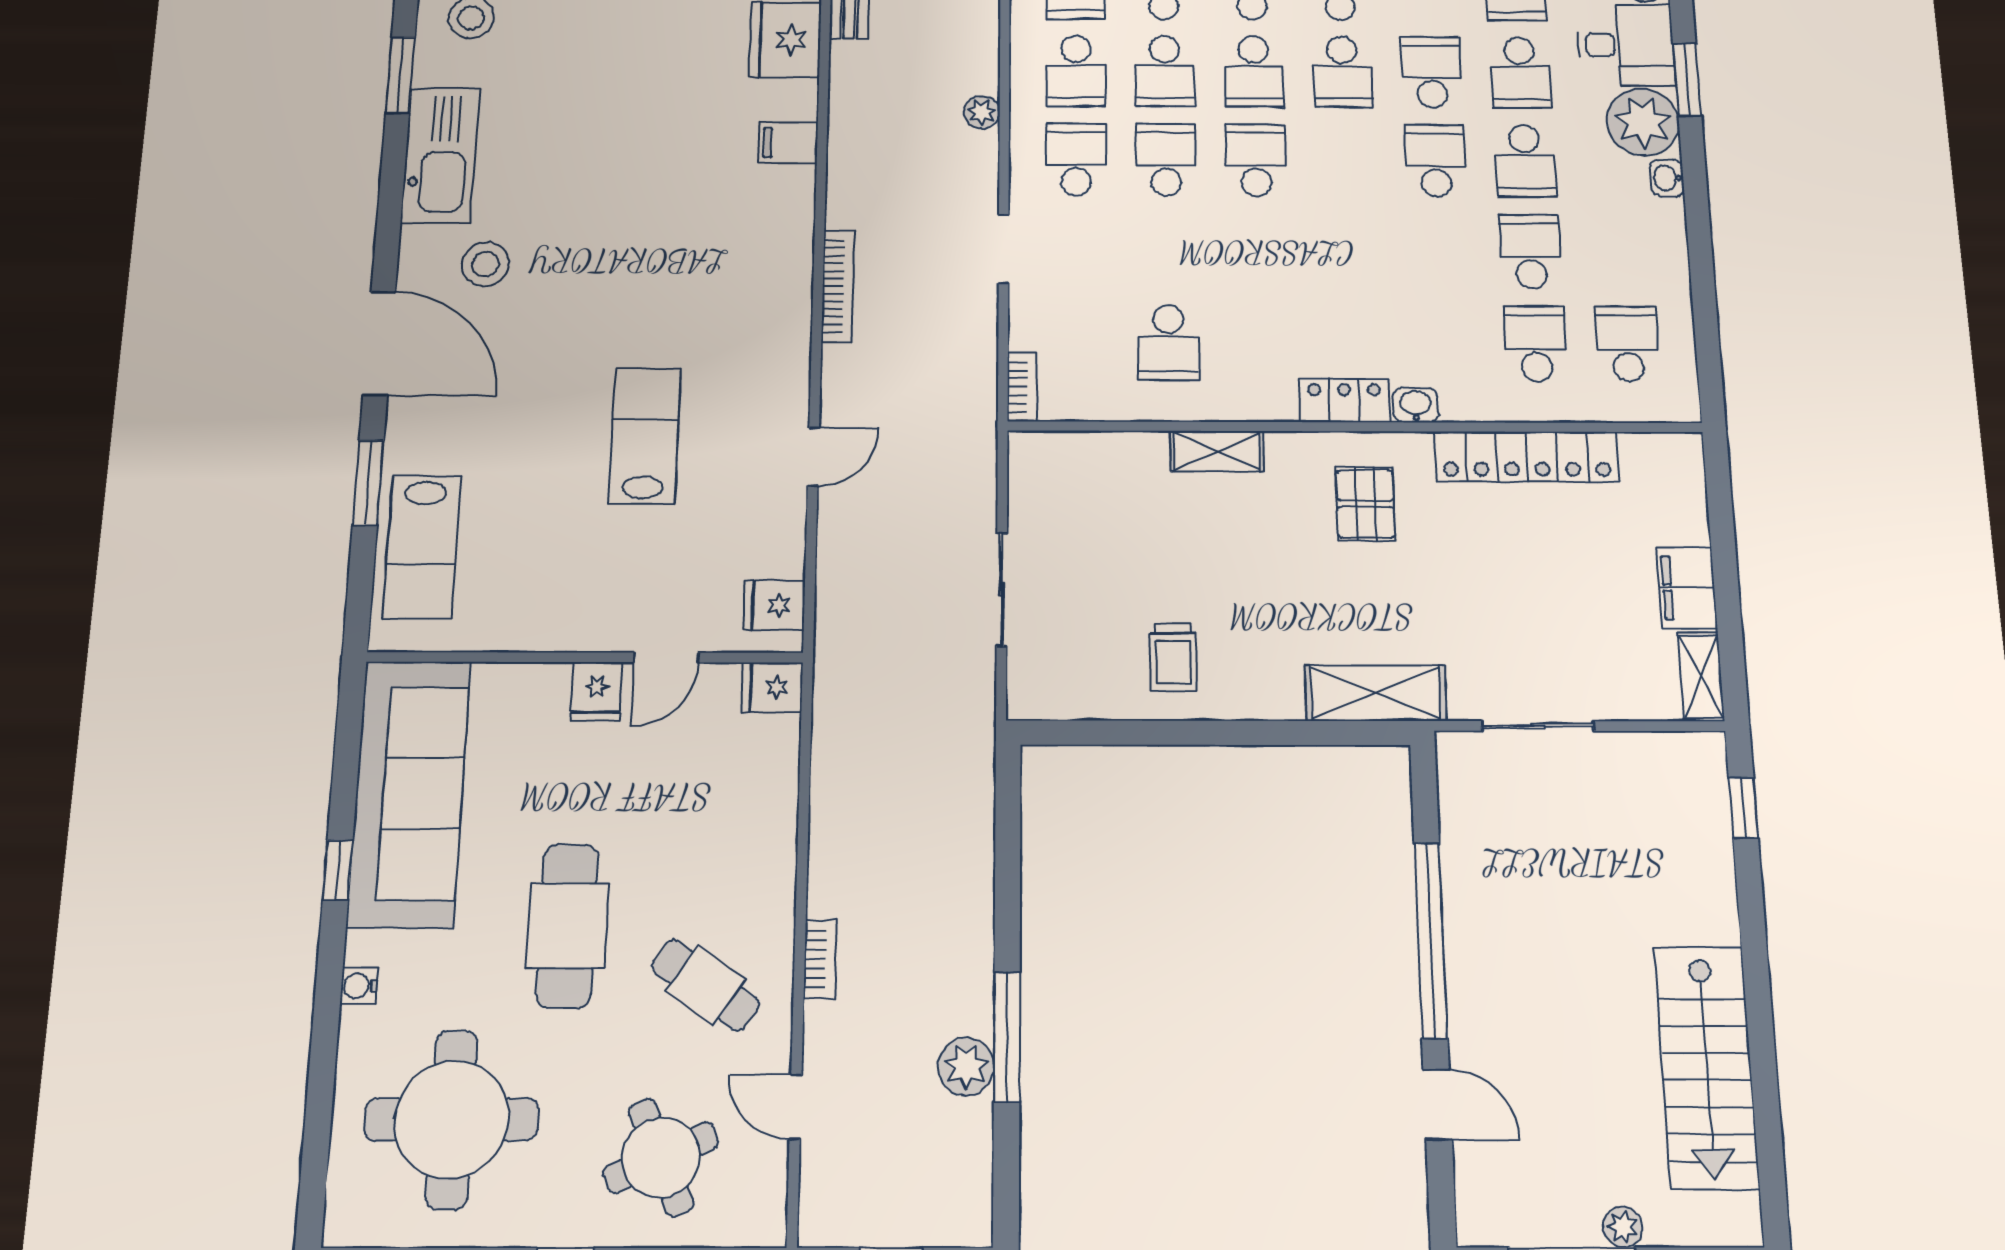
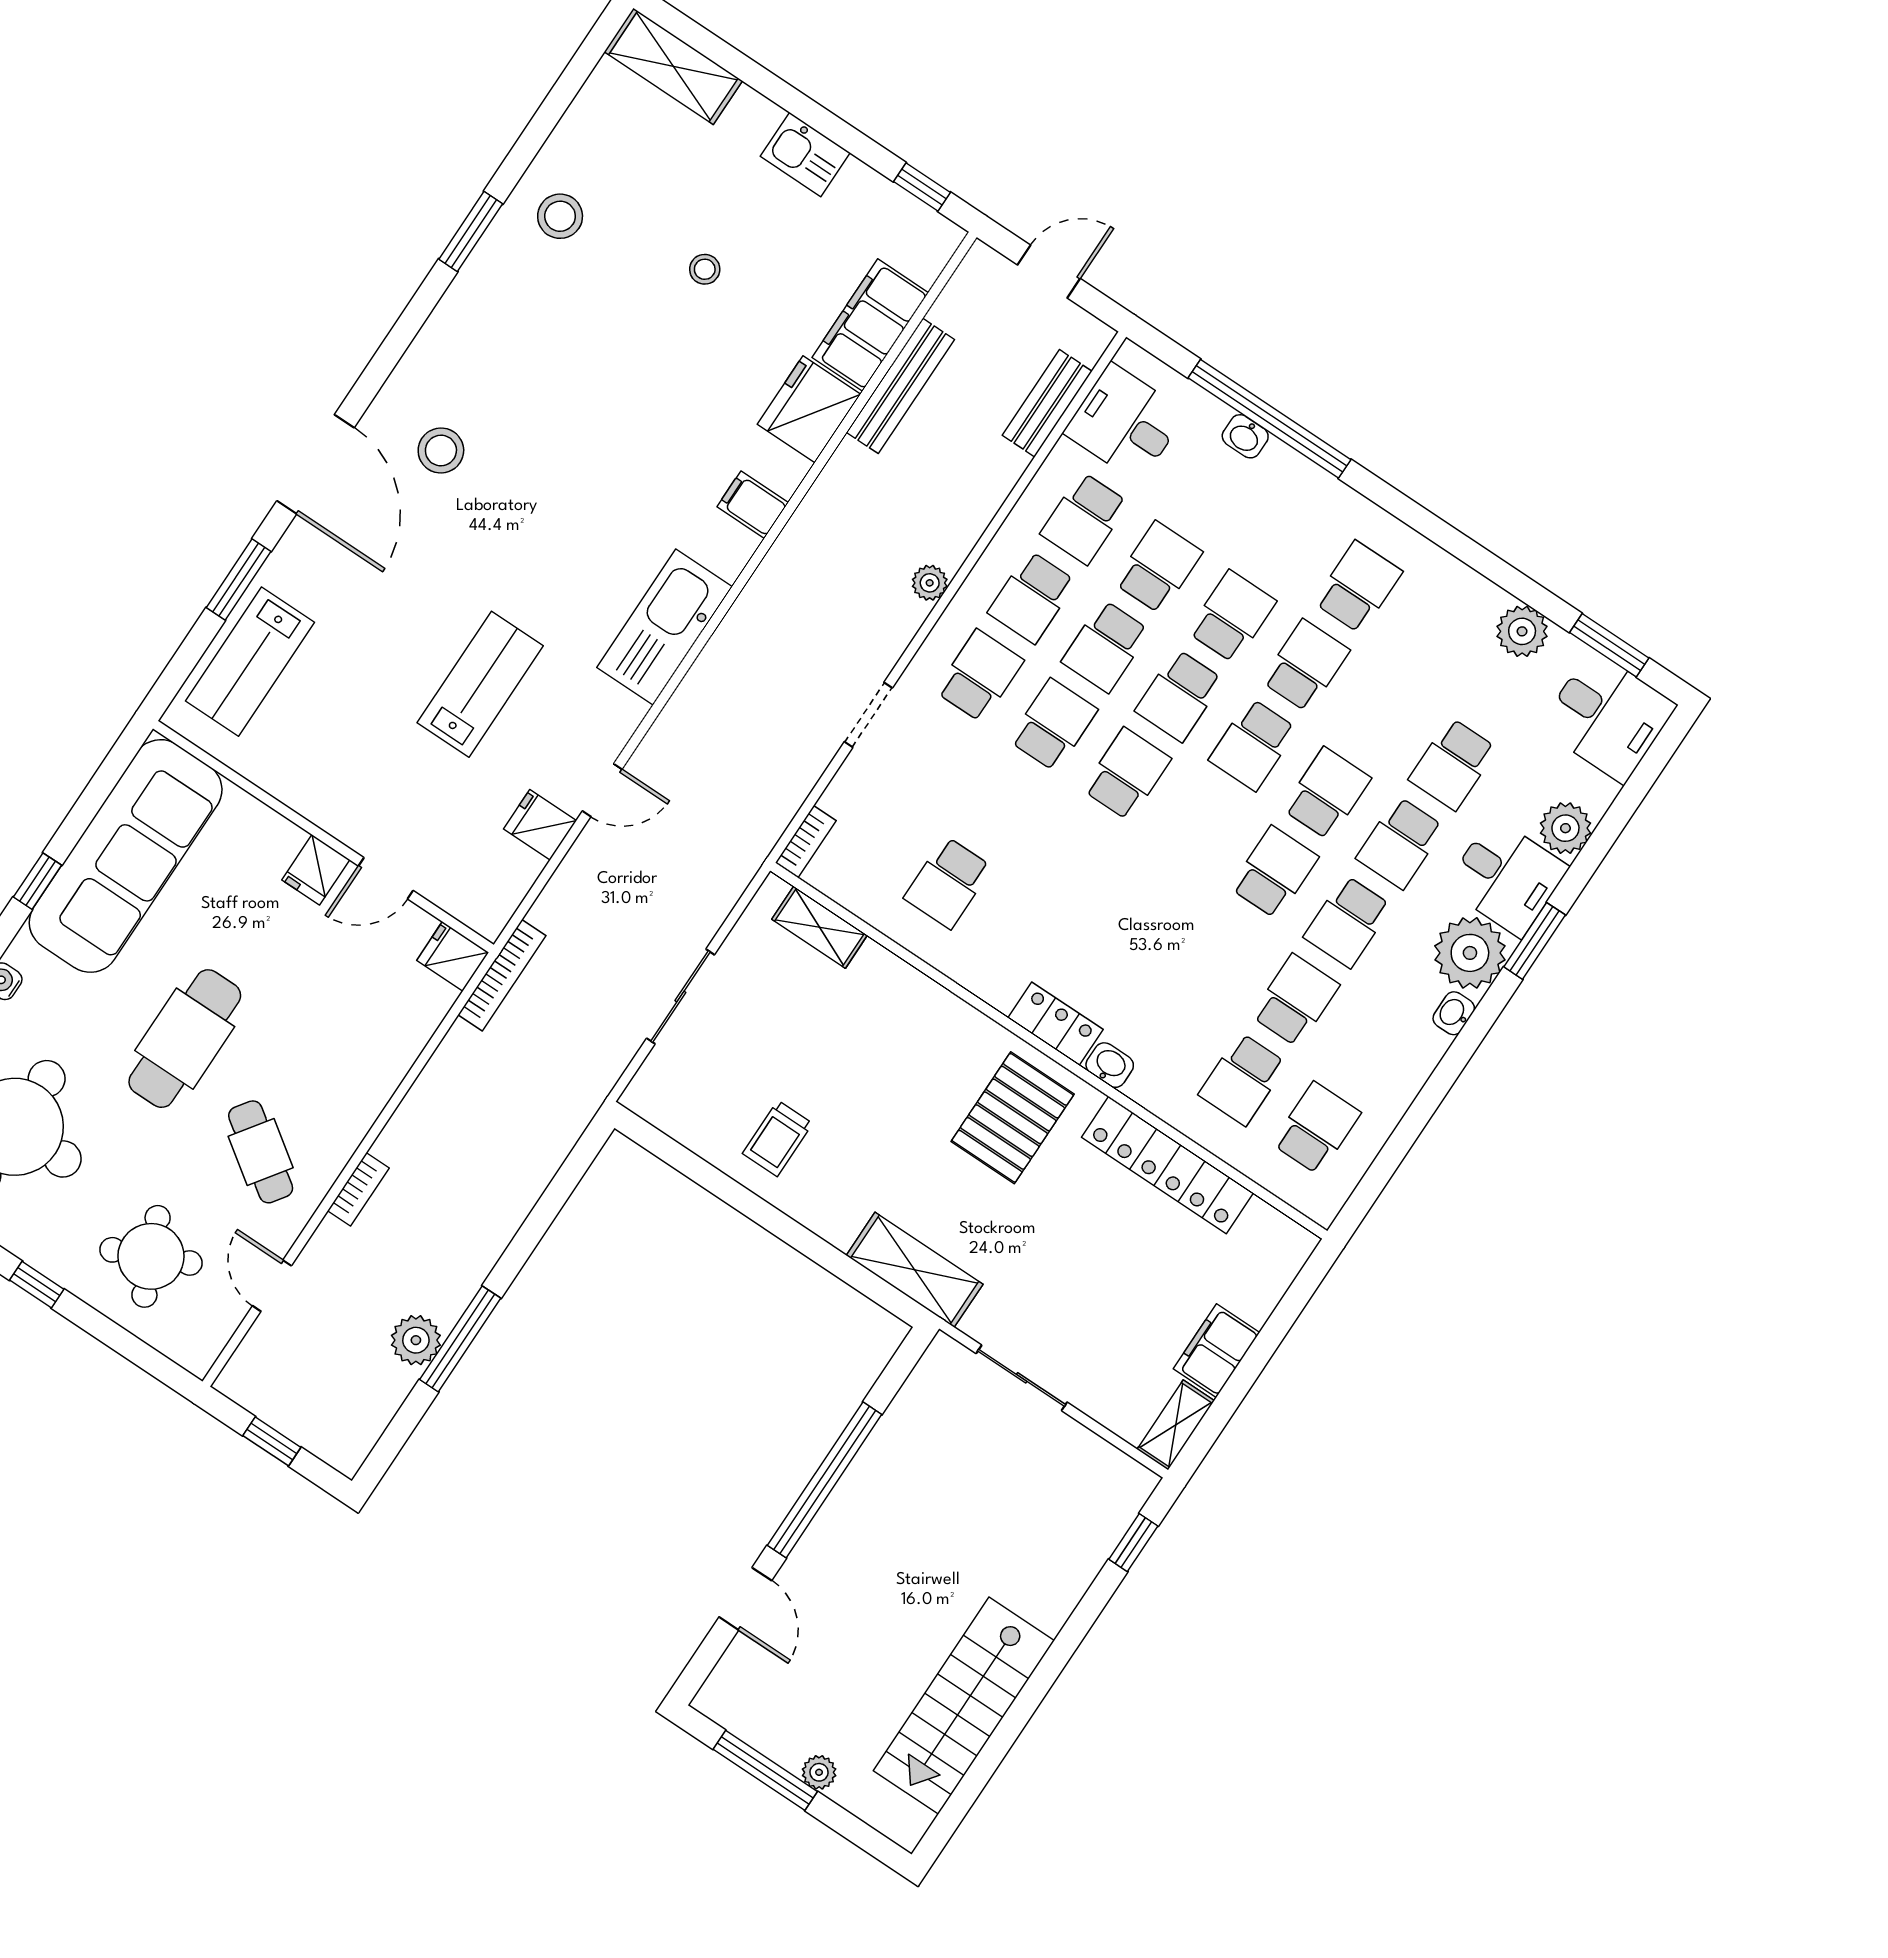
kitchen sink: (440, 155) -> (665, 627), moved, turned 180
bookcase: (838, 286) -> (502, 975), moved
school desk: (1536, 344) -> (1243, 1079), turned 180
shelving: (1217, 451) -> (820, 927), moved
pallet: (1365, 504) -> (1013, 1118), width x1.50, depth x1.42
fridge: (774, 605) -> (540, 825), moved

